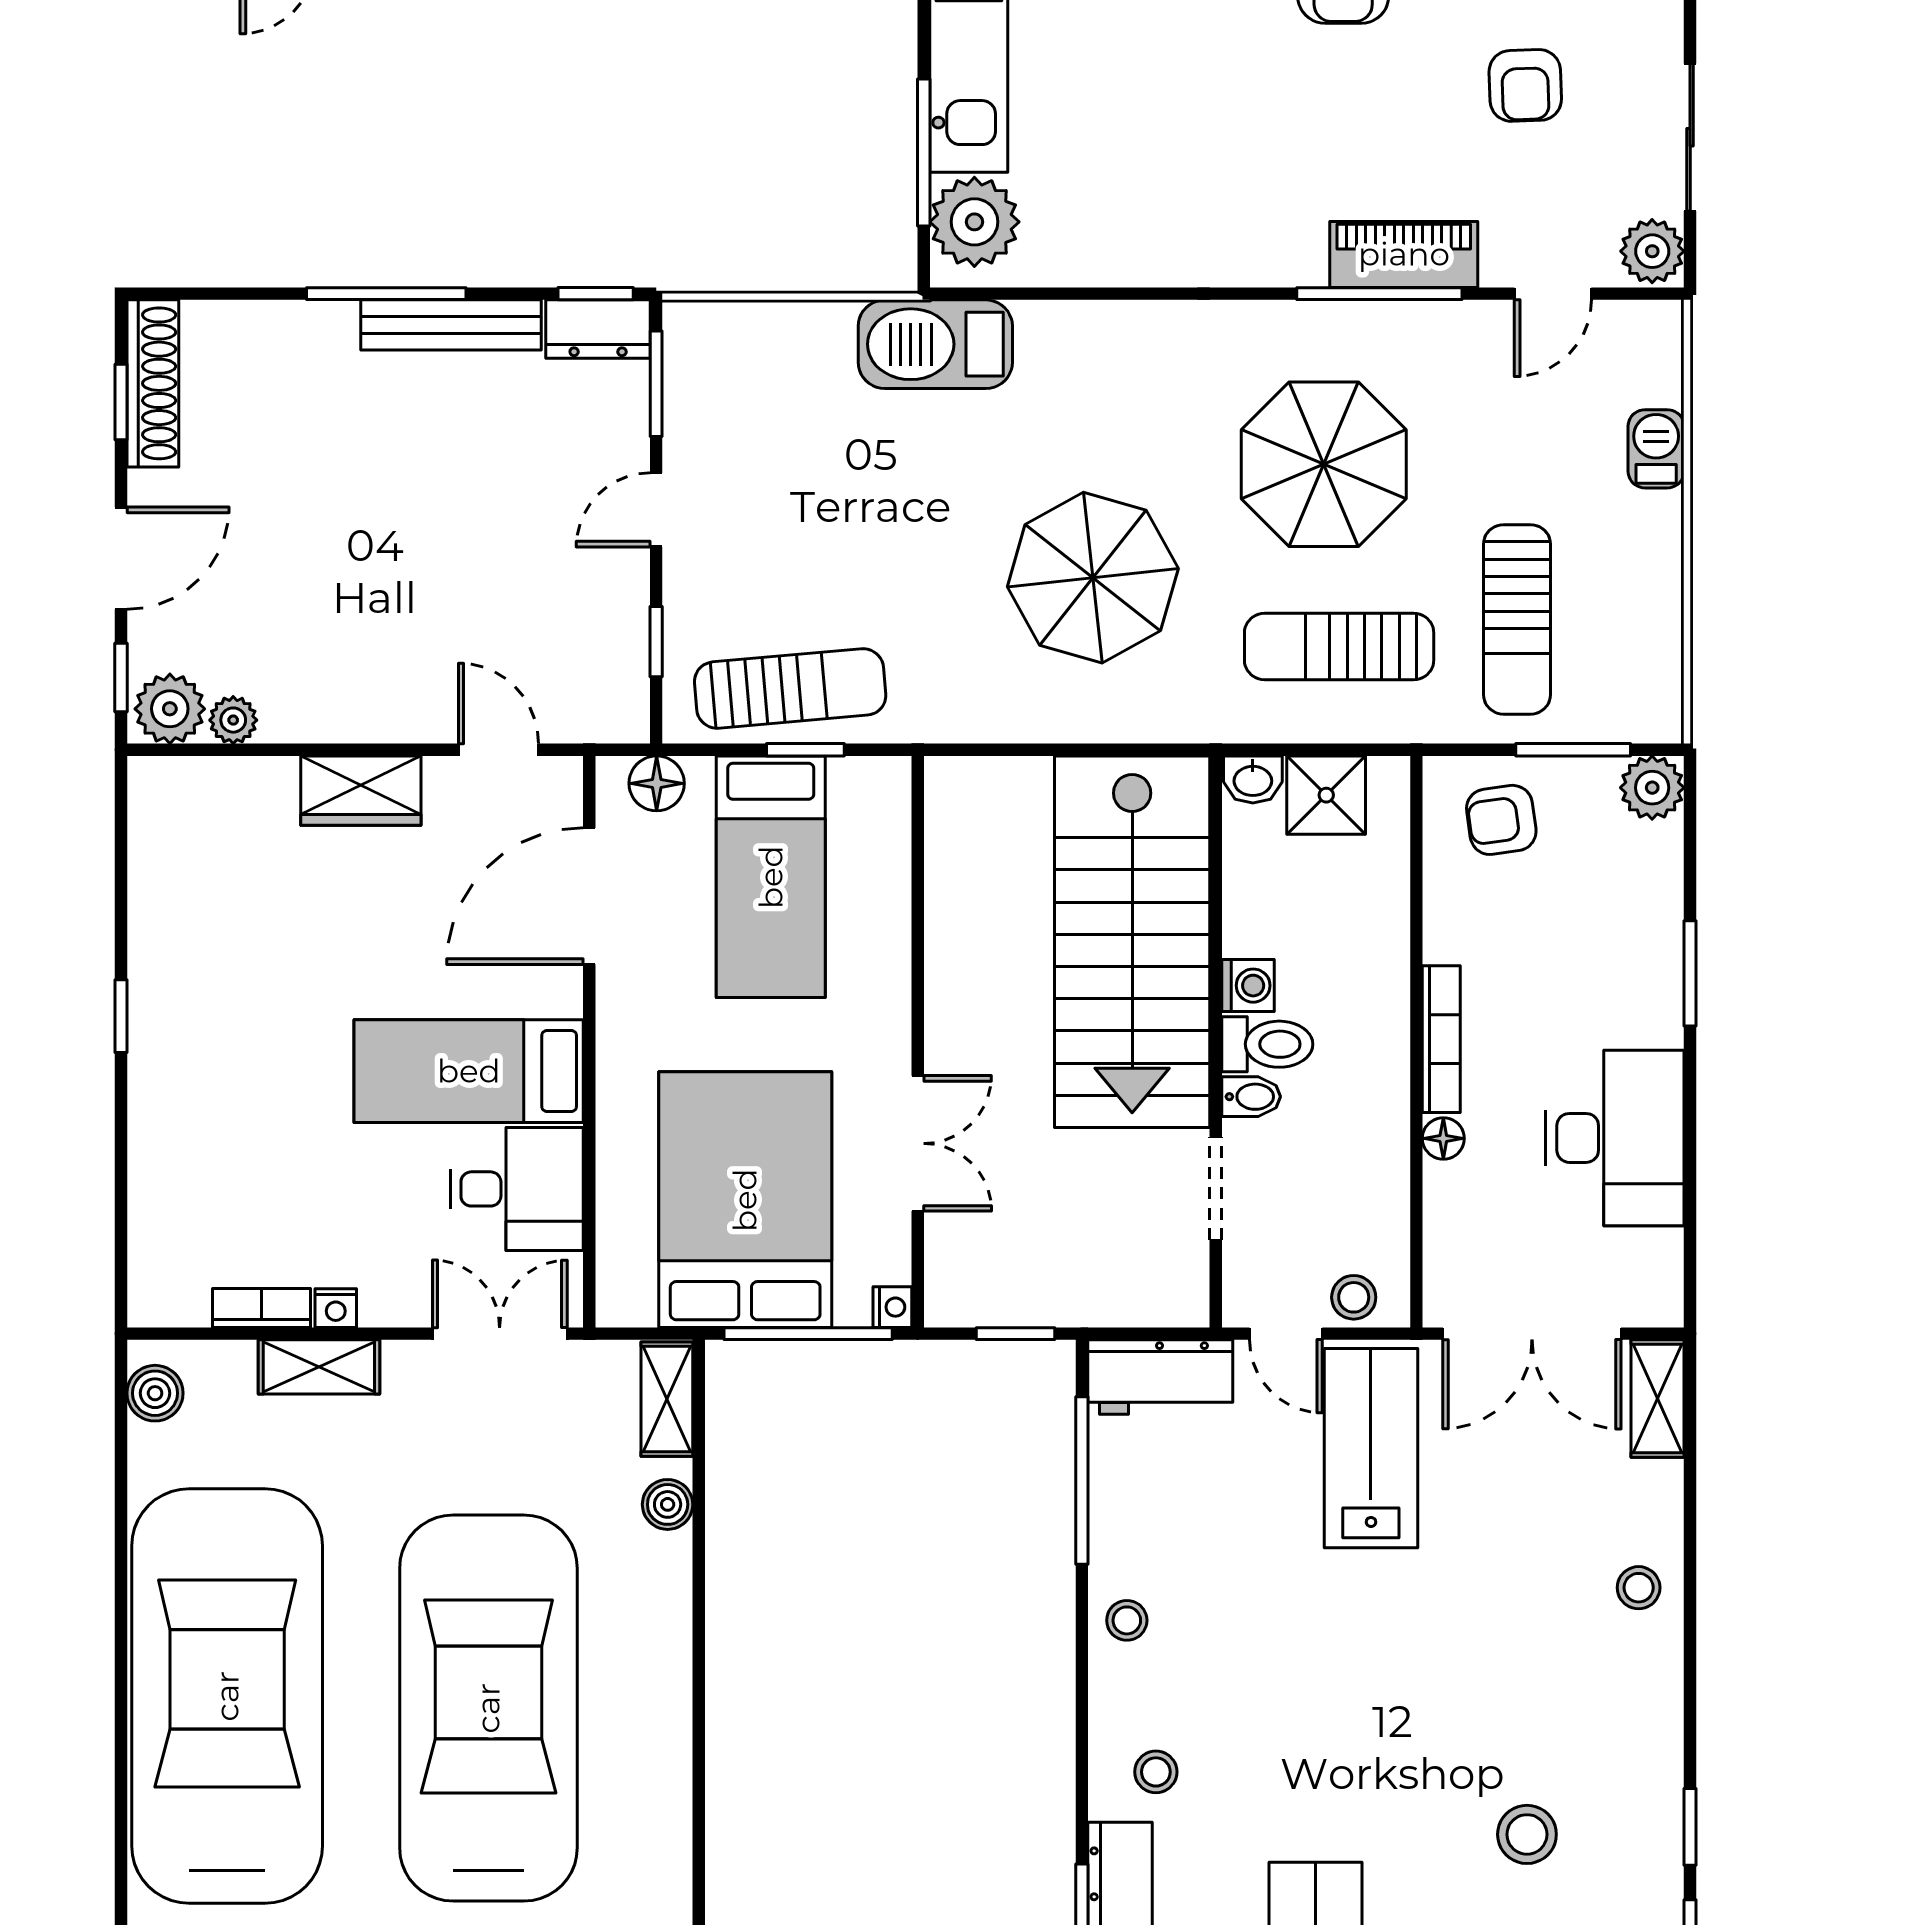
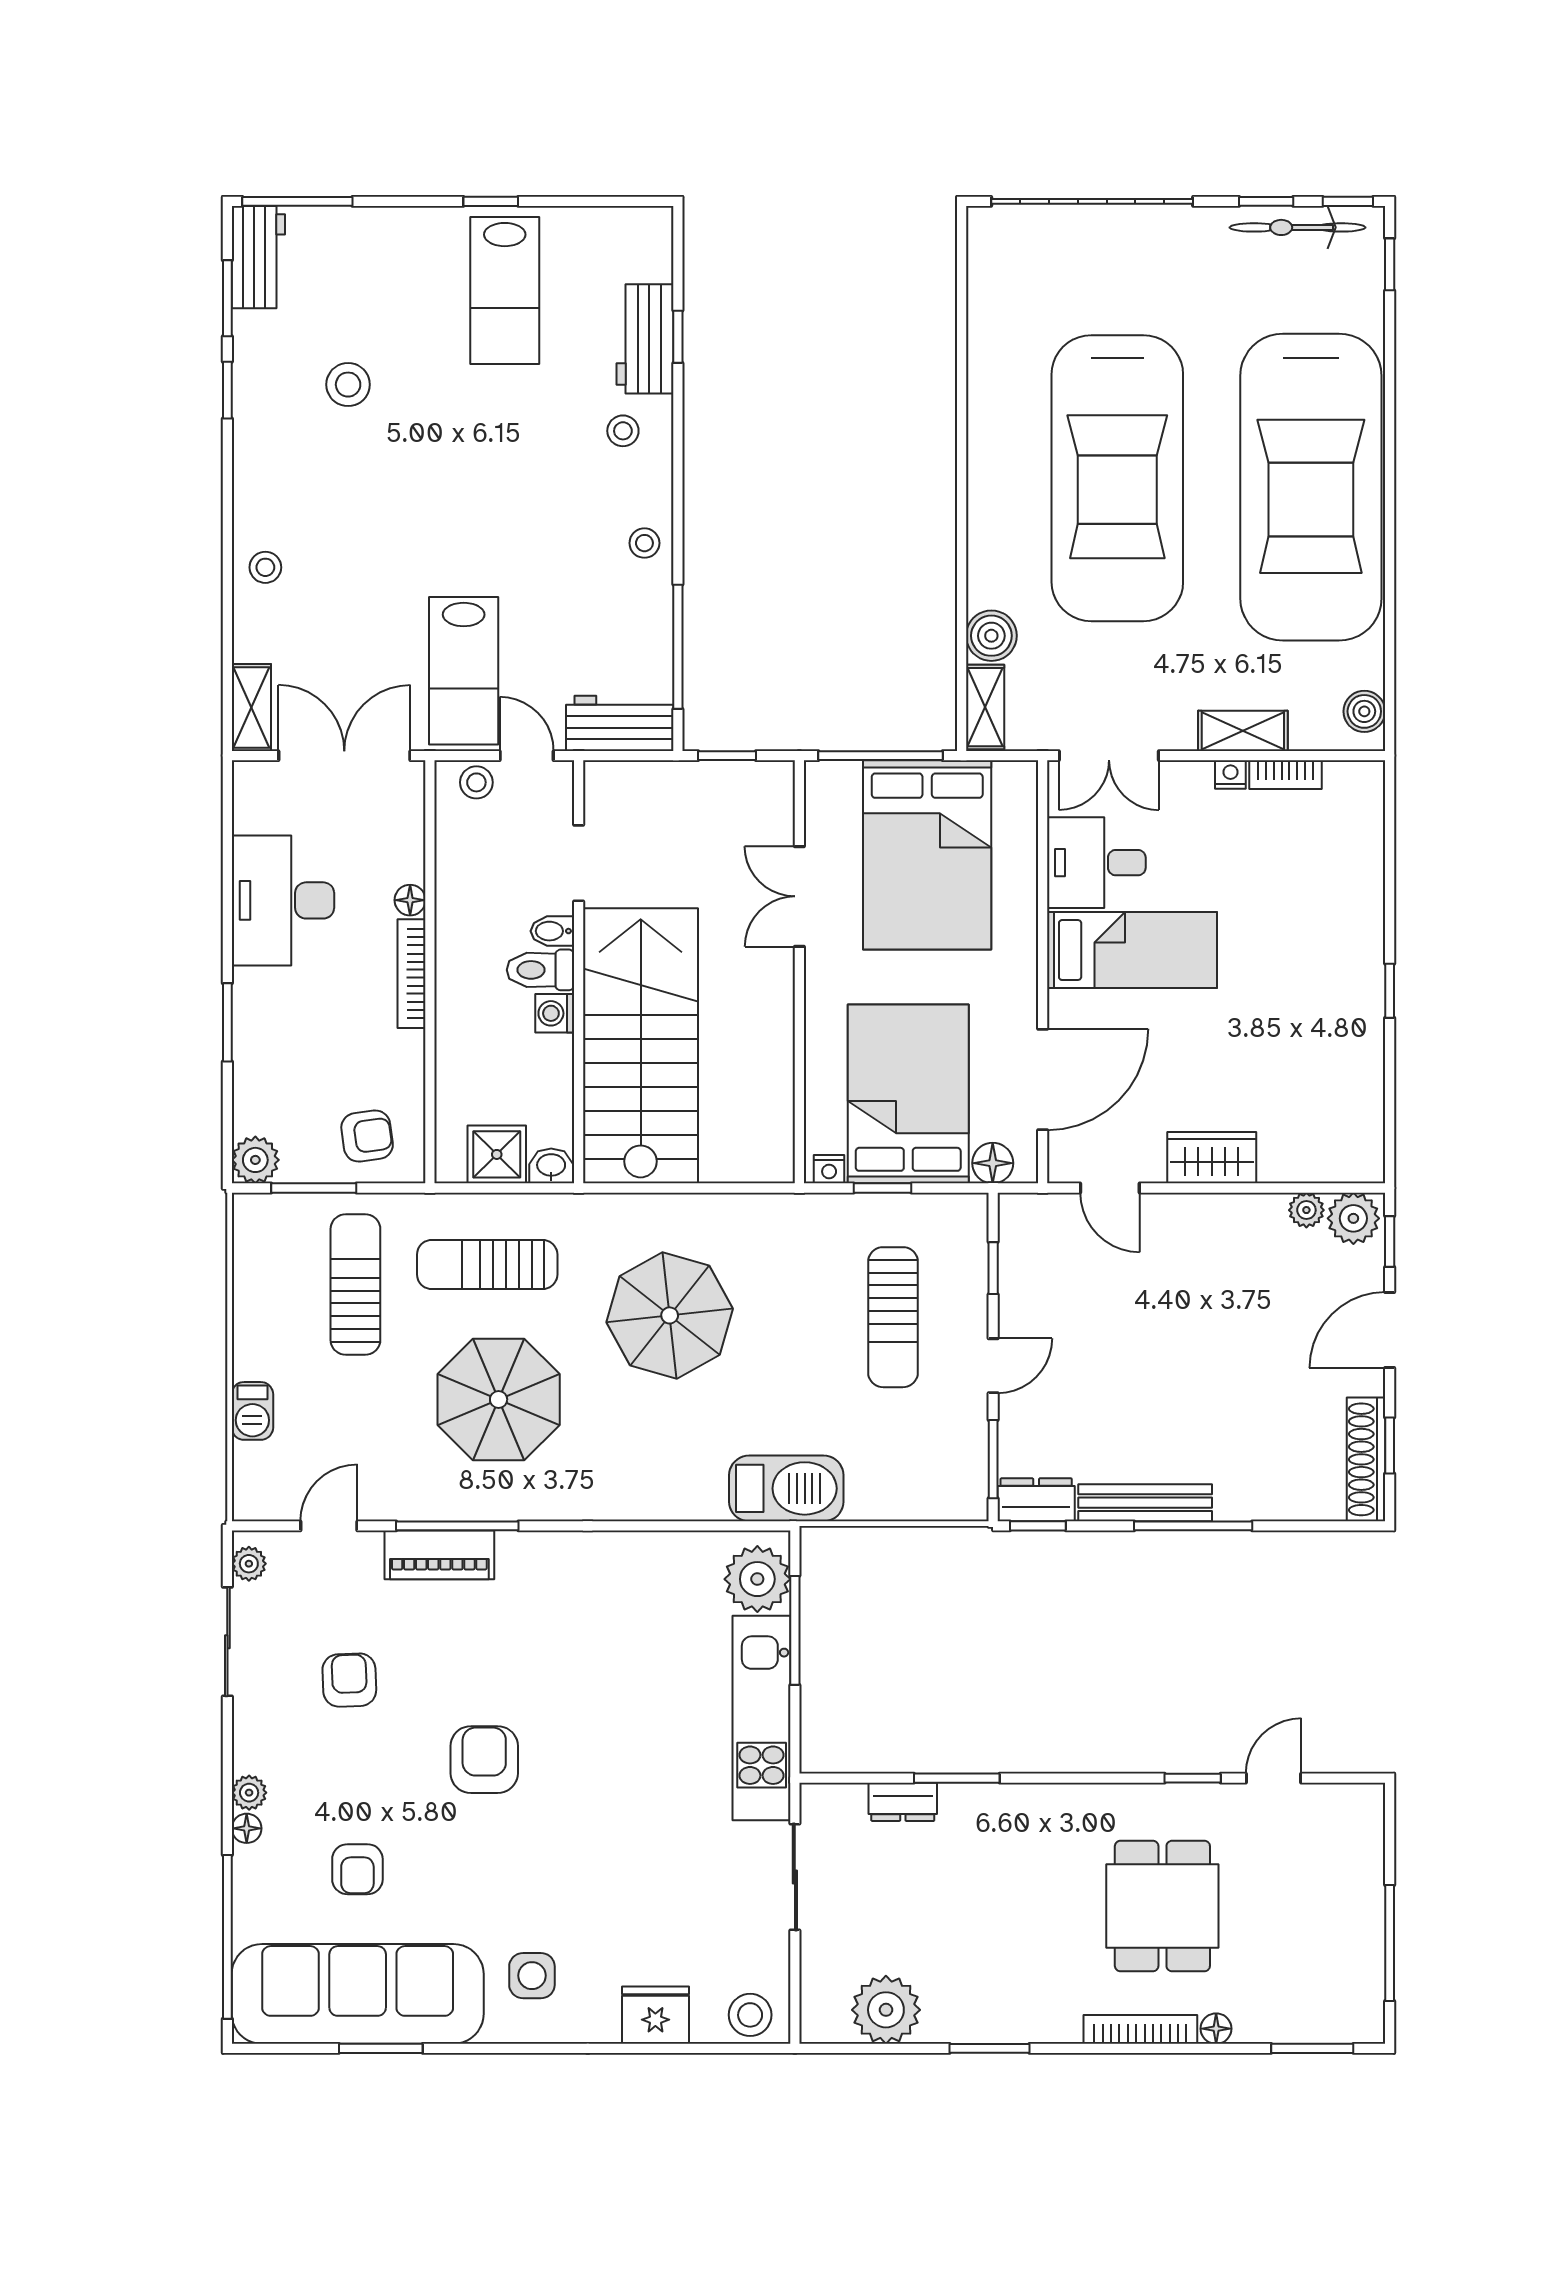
plant: (1652, 251) -> (249, 1564), width x0.73, depth x0.73
sun lounger: (1339, 647) -> (487, 1264), turned 180
sun lounger: (790, 688) -> (893, 1317), moved, turned -85
bed: (771, 877) -> (908, 1094), width x1.50
nightstand: (892, 1307) -> (829, 1169), moved, turned -90
boiler: (668, 1504) -> (991, 636), width x1.36, depth x1.36

